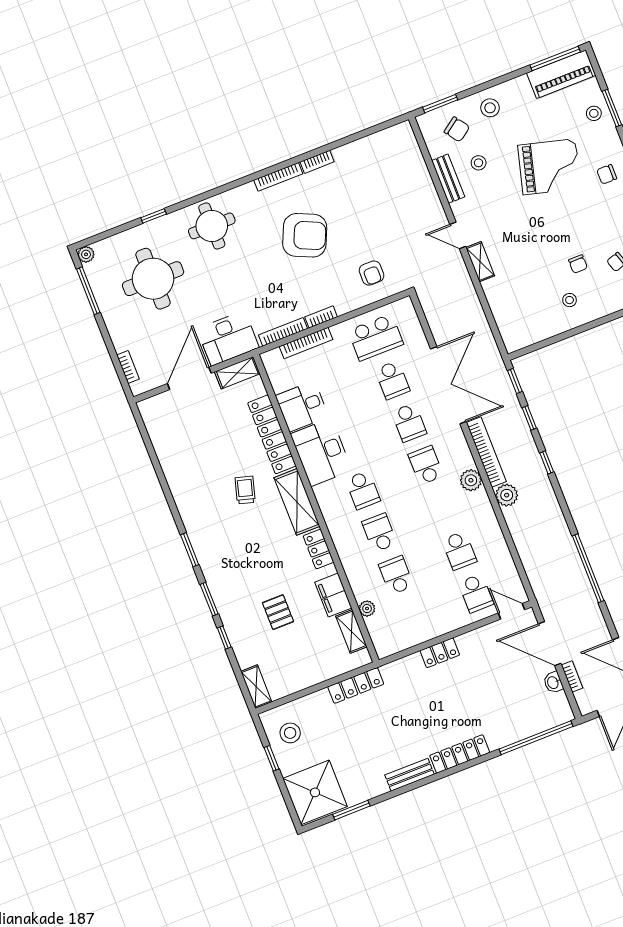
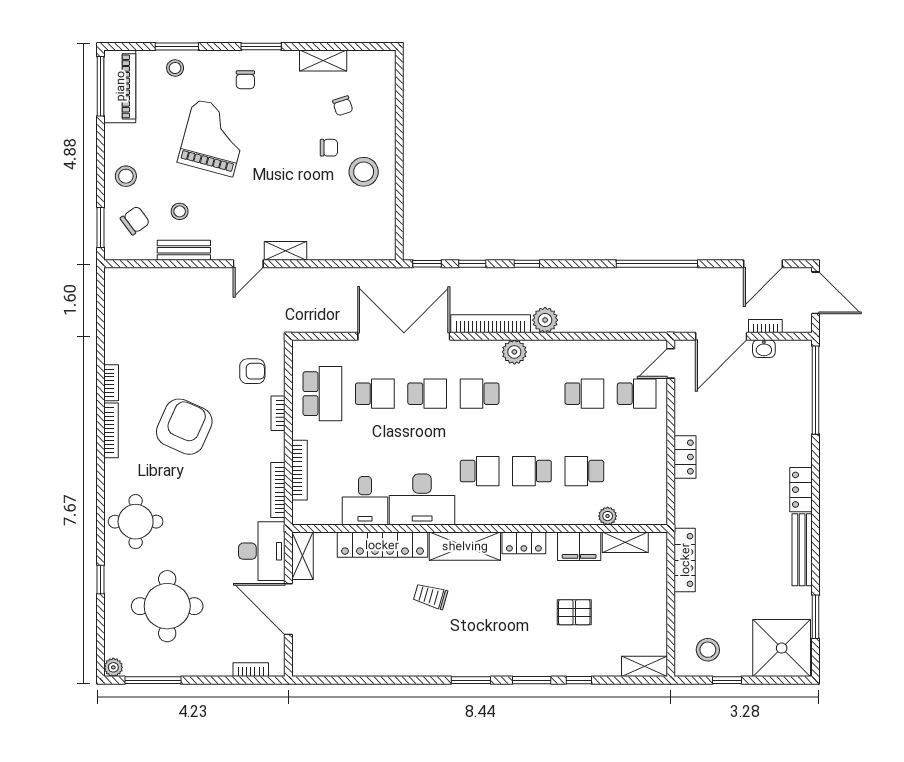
stool: (570, 300) -> (364, 172), width x1.89, depth x1.89
bookcase: (321, 317) -> (278, 413), moved
locker: (460, 754) -> (801, 490), width x0.66
bench: (409, 775) -> (802, 550), width x1.36

